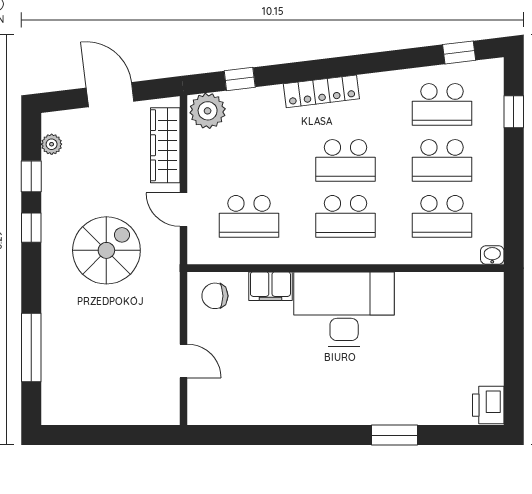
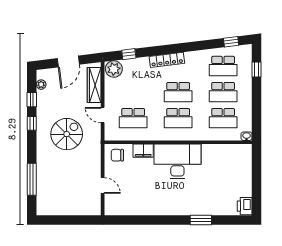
door: (110, 95) -> (68, 61), swing flipped

